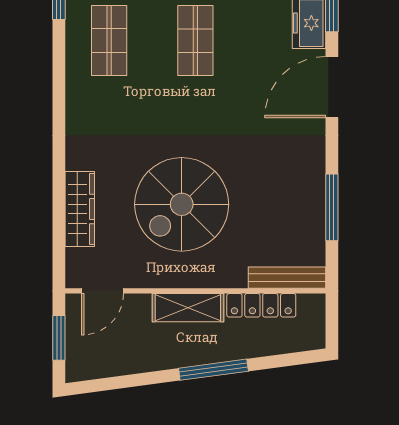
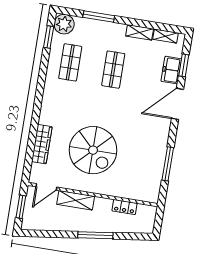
spiral stairs: (182, 204) -> (93, 150), turned -90
bench: (287, 278) -> (140, 195), removed
locker: (261, 305) -> (125, 207), width x0.66
shelving: (188, 308) -> (76, 200), moved

